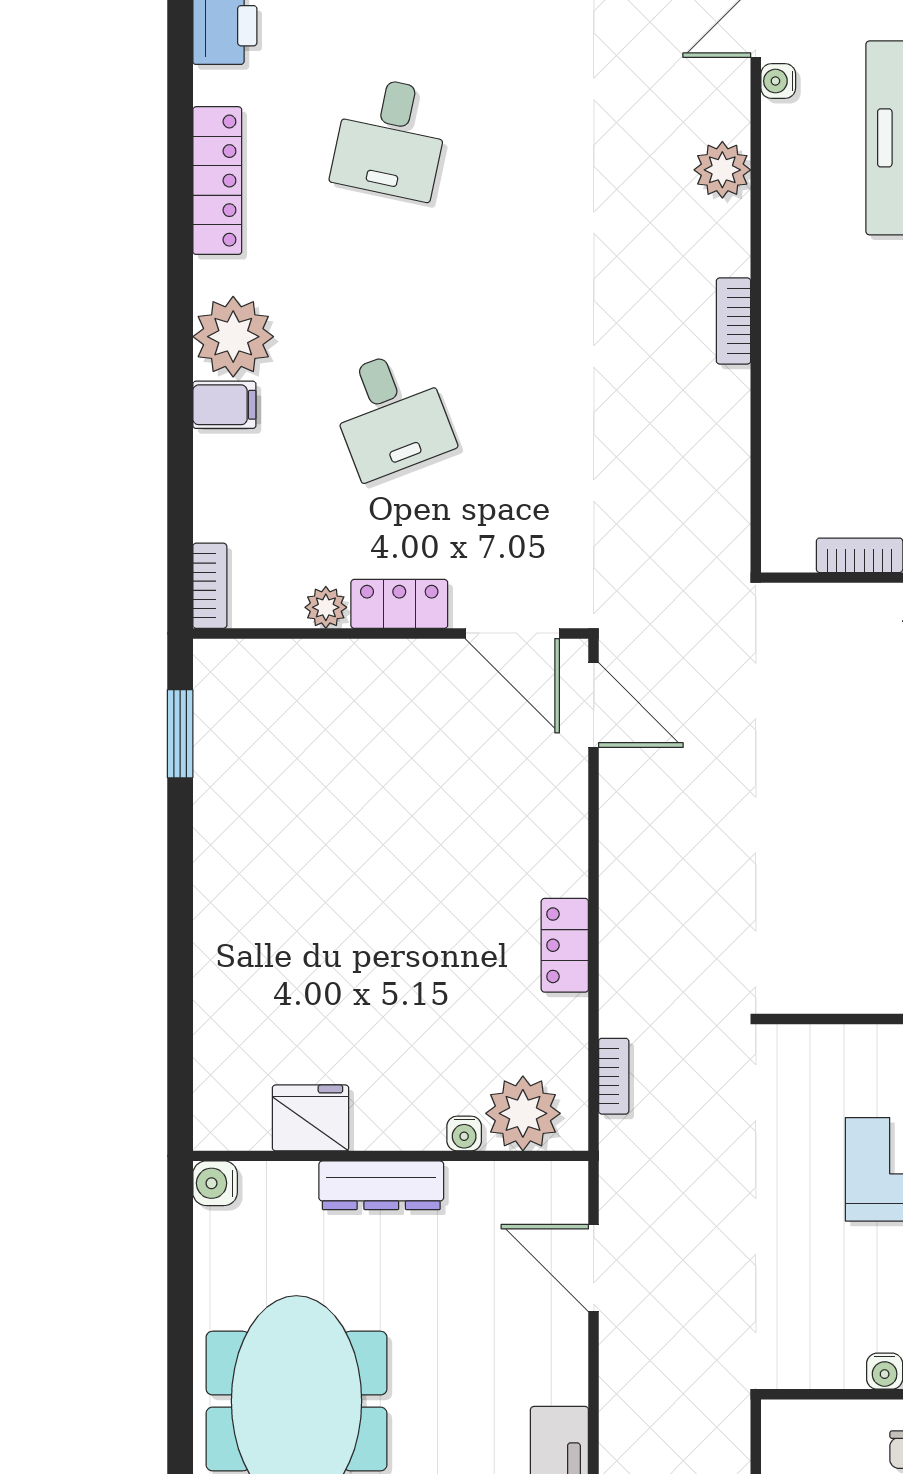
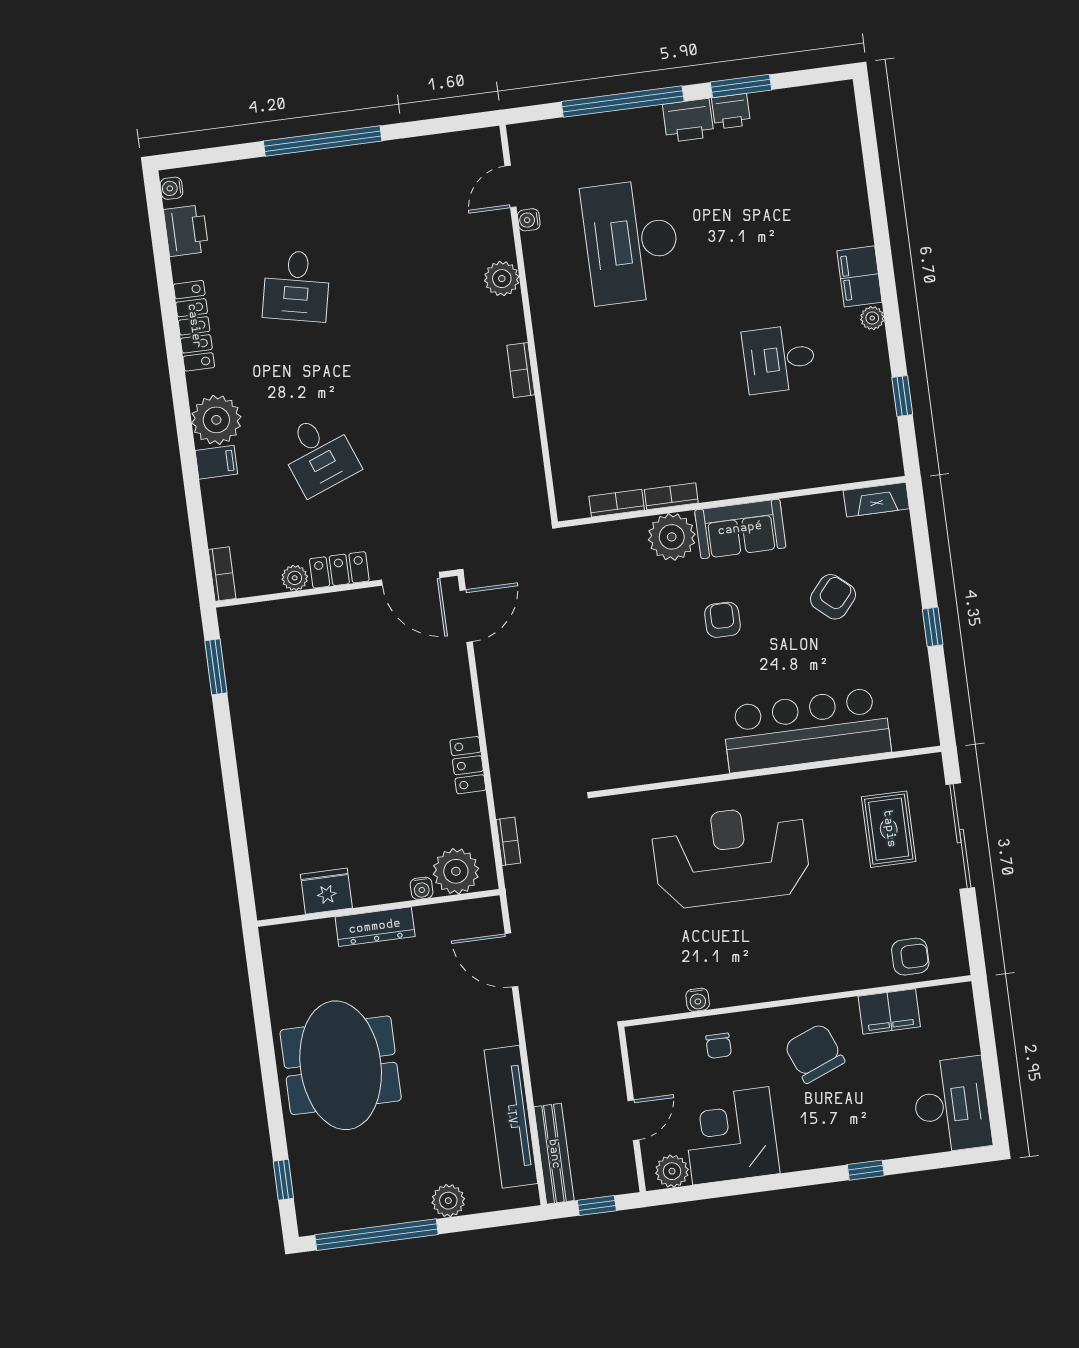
door: (594, 705) -> (466, 616), hinge flipped
water cooler: (215, 1183) -> (273, 939), removed

